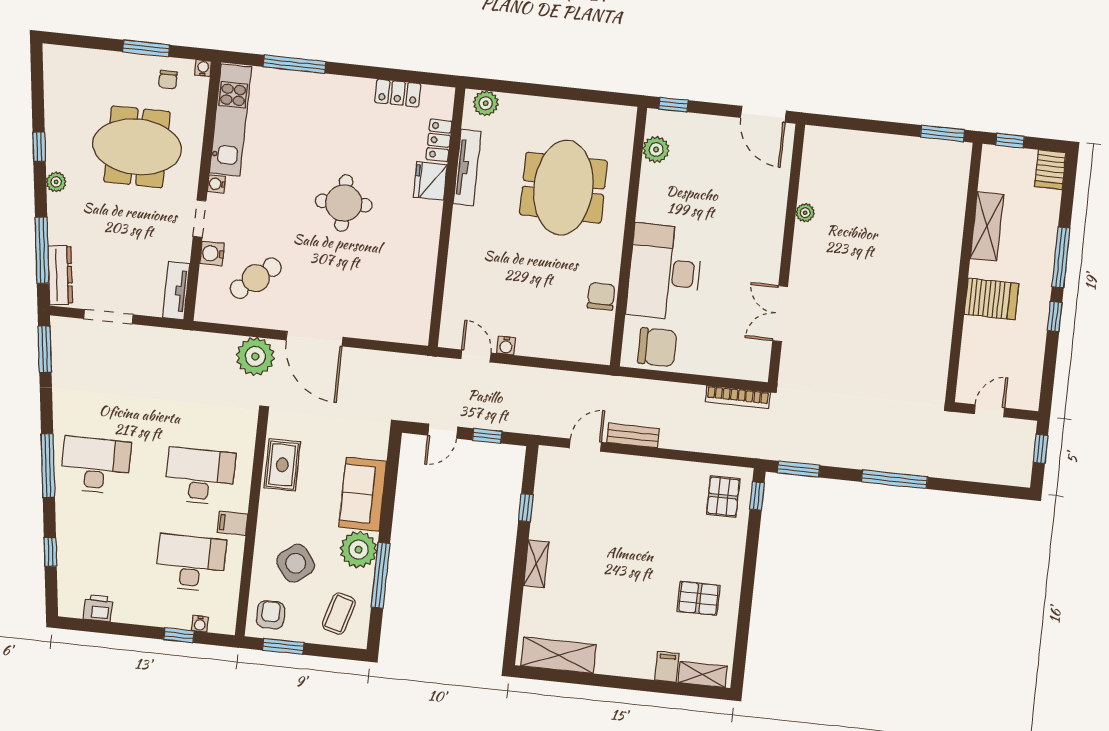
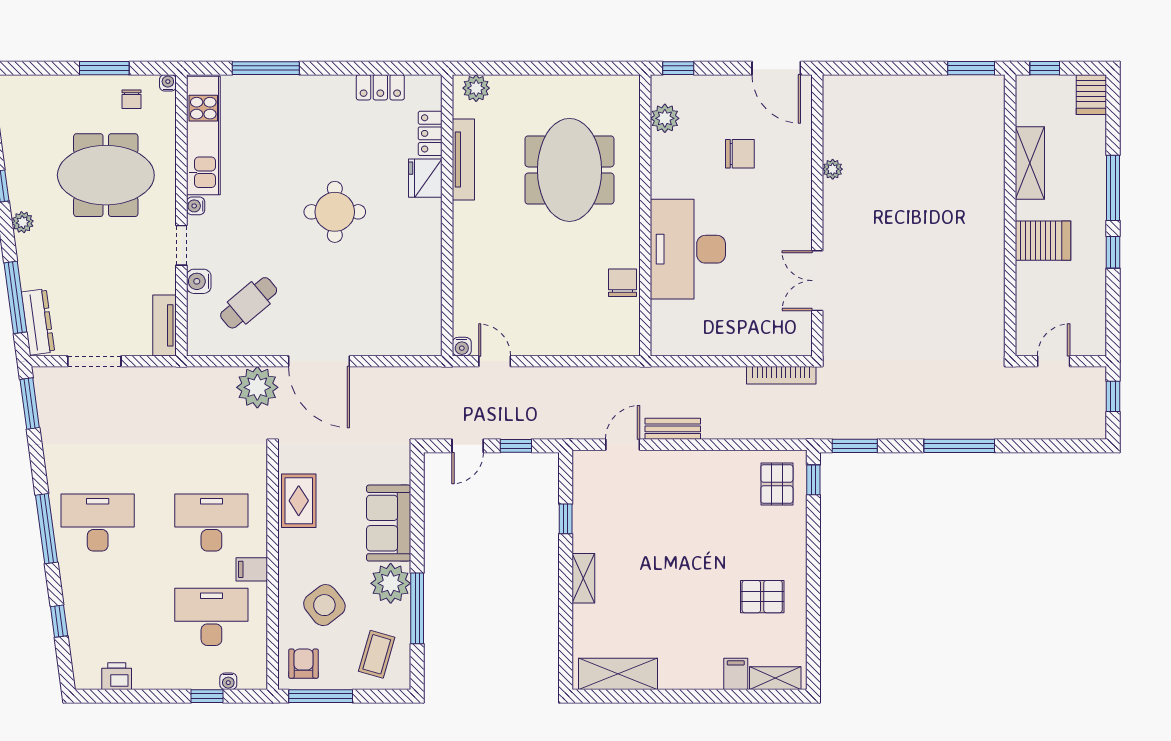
water cooler: (506, 346) -> (462, 347), moved
chair: (657, 347) -> (740, 154), moved, width x0.73, depth x0.73
window: (283, 646) -> (321, 696), width x1.44

